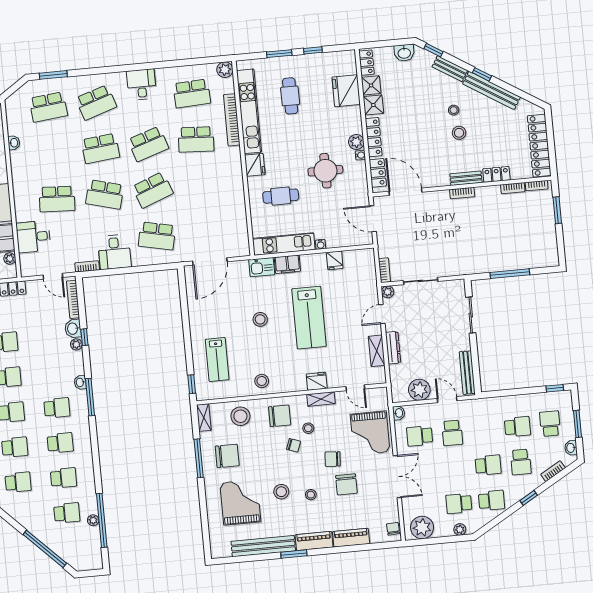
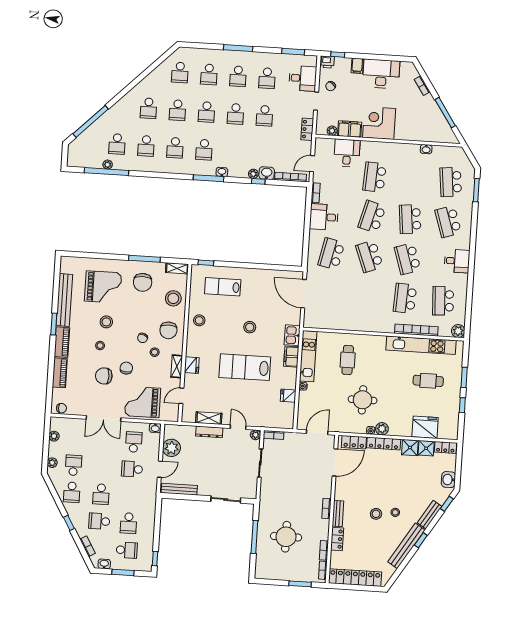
fridge: (255, 165) -> (377, 343), removed
round table: (504, 236) -> (286, 537), added
plant: (422, 527) -> (54, 436), width x0.53, depth x0.53

